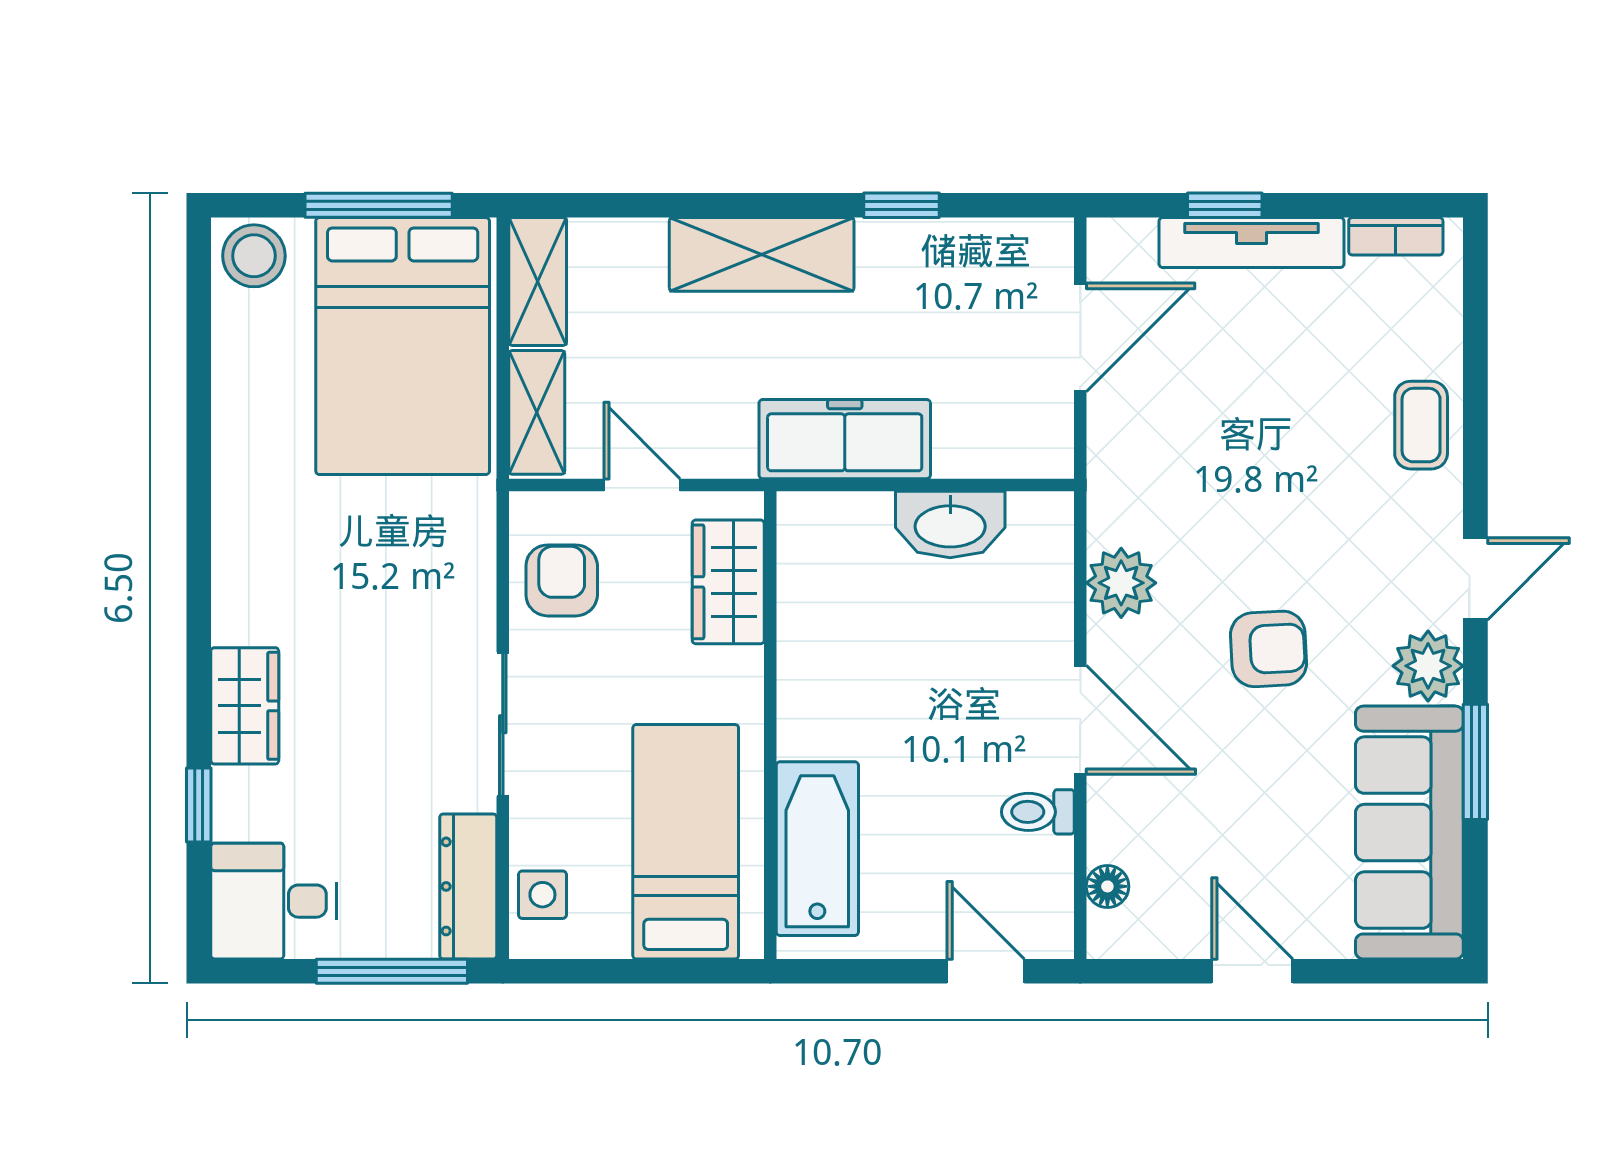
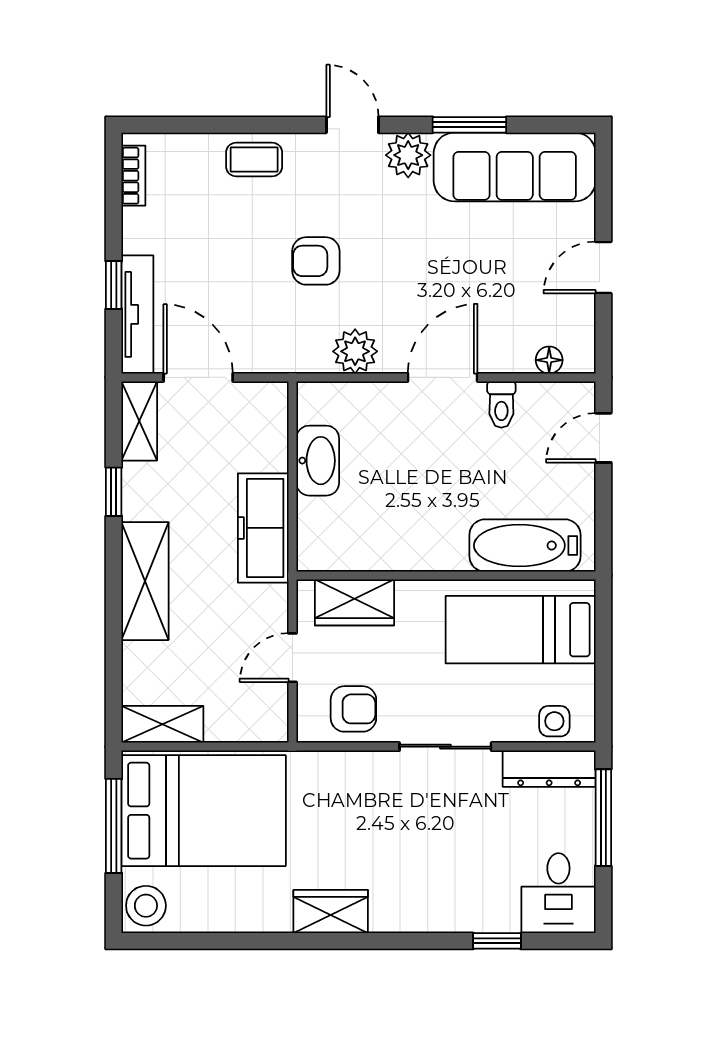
tv unit: (1252, 243) -> (137, 314), moved
shelving: (537, 412) -> (139, 421), moved, turned 90
armchair: (562, 580) -> (353, 709), turned 180
armchair: (1269, 649) -> (316, 261), moved, turned -87
wardrobe: (245, 706) -> (331, 912), moved

